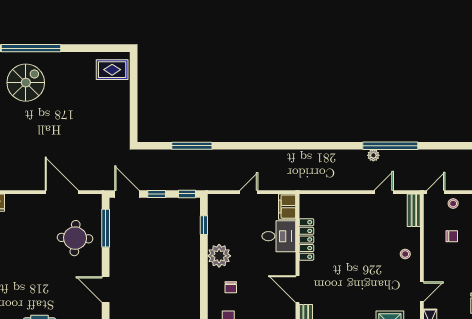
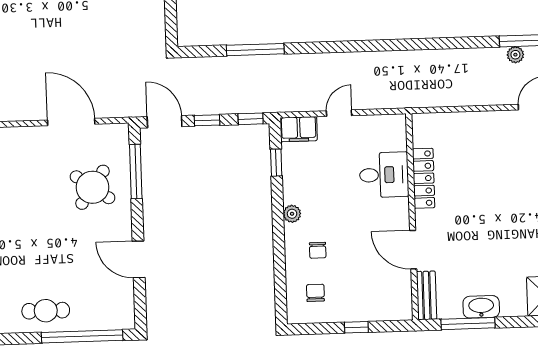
filing cabinet: (287, 207) -> (299, 129), moved, turned -90
round table: (75, 238) -> (93, 187), turned 32
plant: (219, 256) -> (292, 214), width x0.53, depth x0.53

